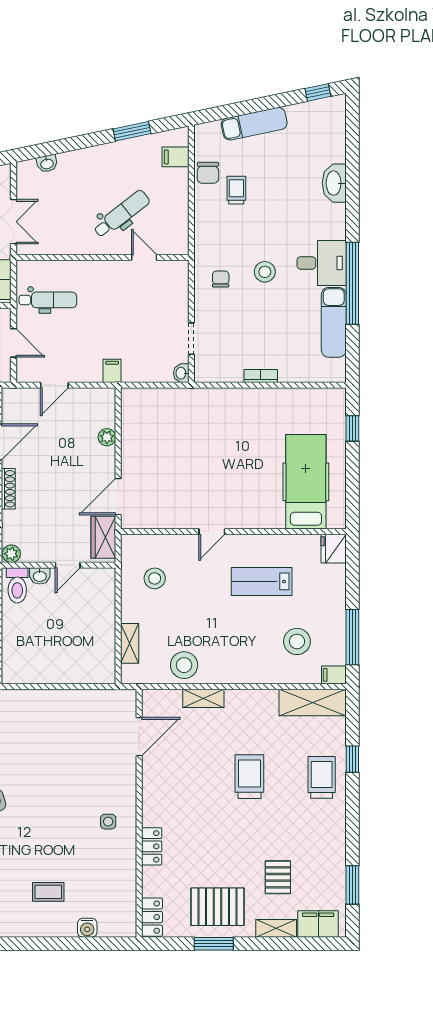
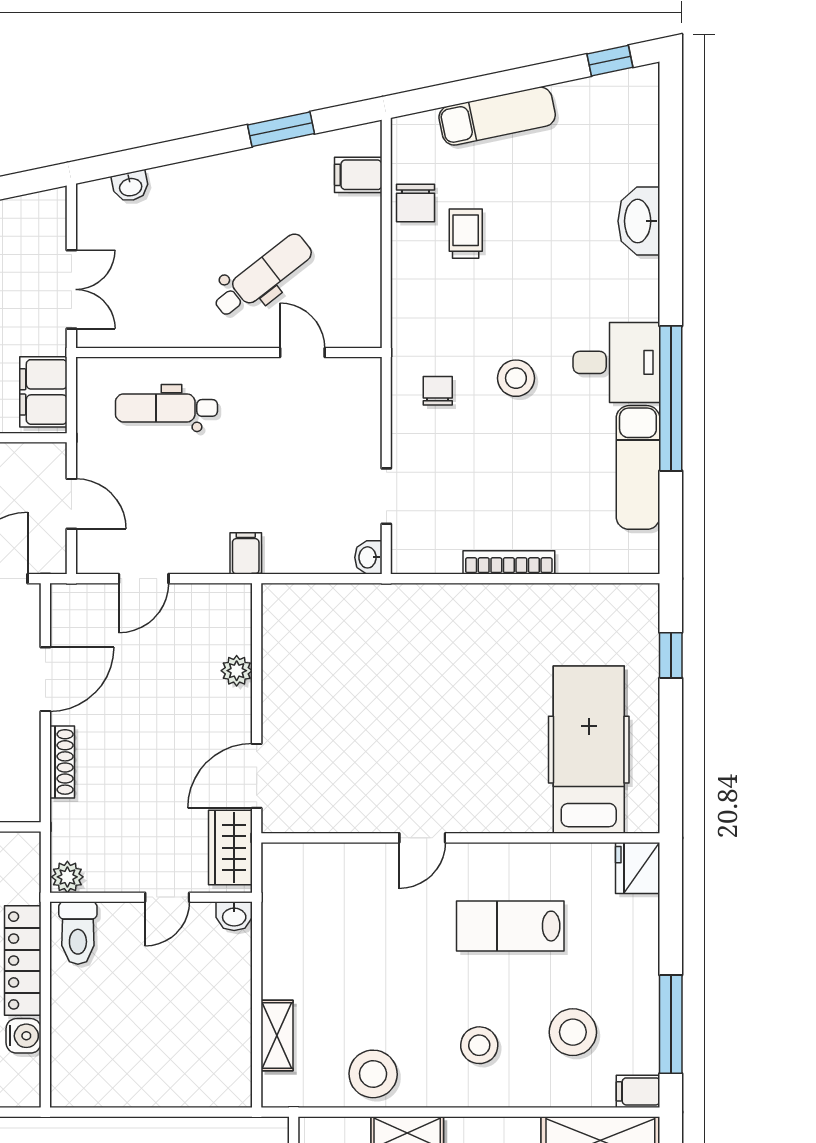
dental chair: (48, 300) -> (166, 408), moved, turned 180
bookcase: (261, 376) -> (509, 562), width x1.56
washbasin: (40, 576) -> (234, 916), moved
stool: (155, 578) -> (479, 1045), moved

